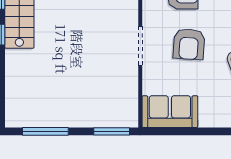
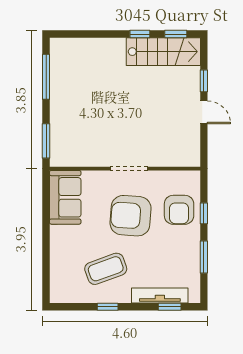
armchair: (189, 44) -> (131, 216), width x1.36, depth x1.36

